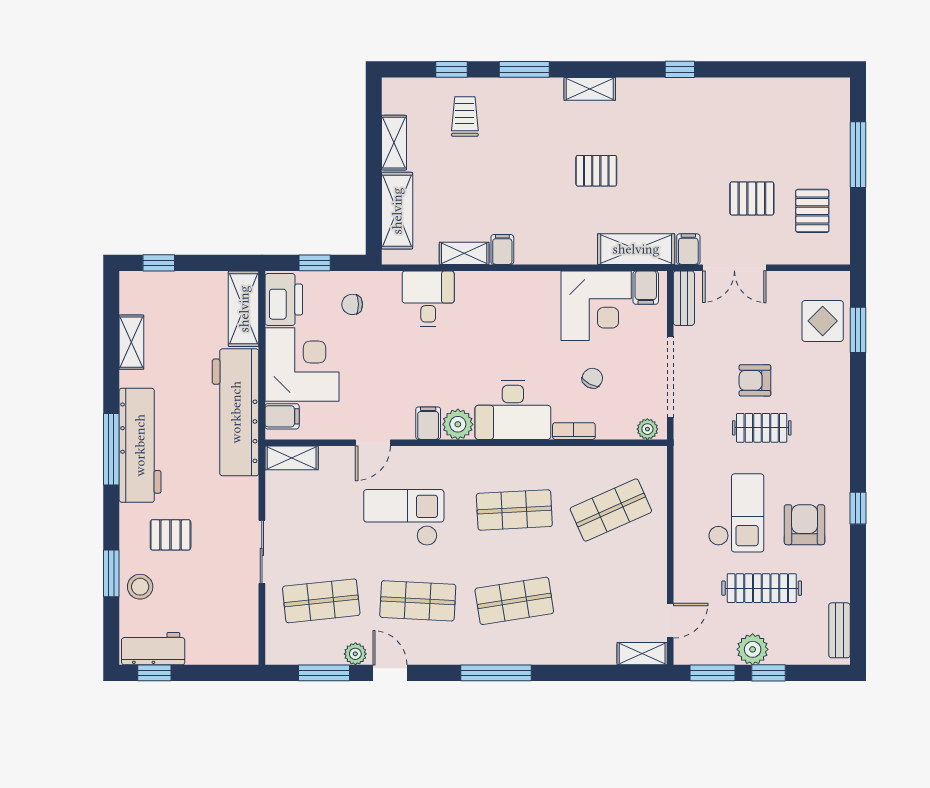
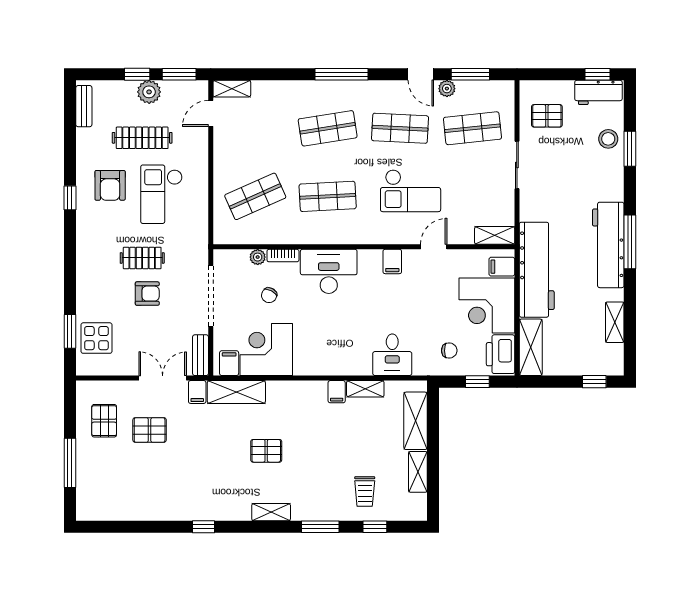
plant: (458, 424) -> (370, 261), removed
plant: (647, 429) -> (258, 257), moved
pallet: (171, 535) -> (547, 116), moved

